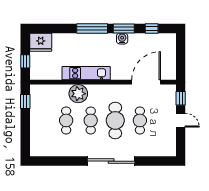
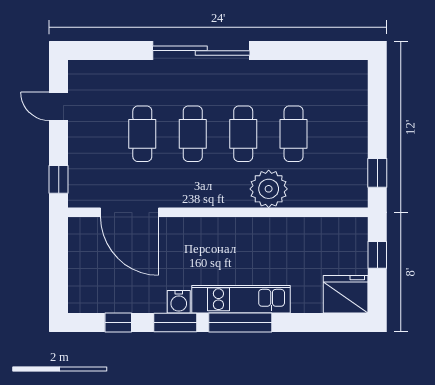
kitchen unit: (86, 73) -> (241, 299), moved, turned 180
door: (146, 82) -> (130, 212), hinge flipped
cafe table: (115, 120) -> (193, 134), width x0.73, depth x0.74
door: (181, 120) -> (59, 106), moved

